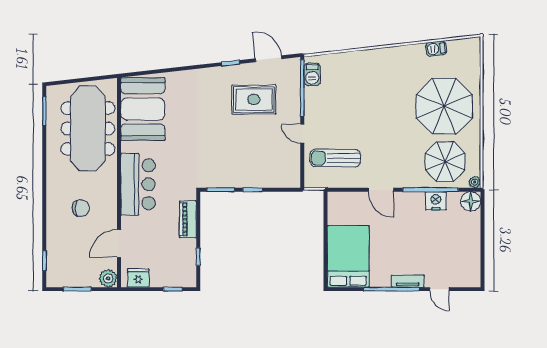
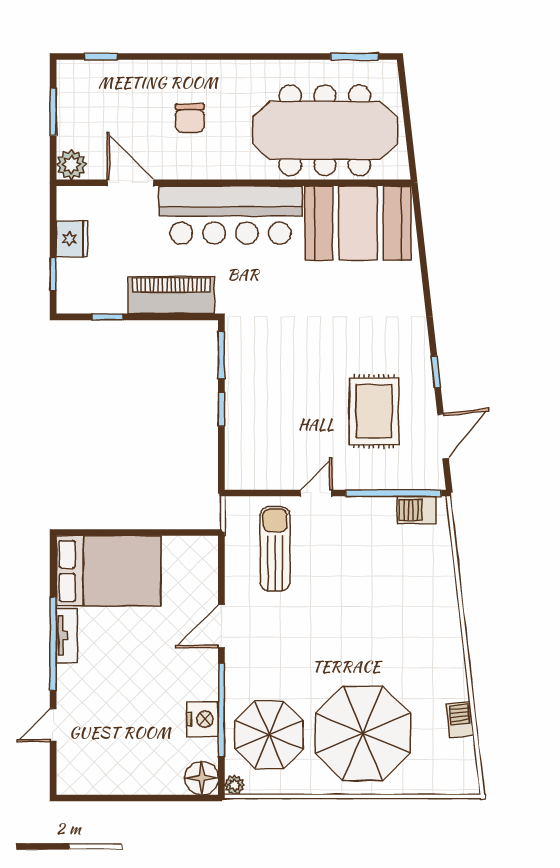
bar counter: (138, 184) -> (231, 215), width x1.36
piano: (188, 219) -> (171, 295), width x1.37, depth x1.33
fridge: (138, 278) -> (72, 239), moved
tv unit: (408, 281) -> (67, 636), moved

